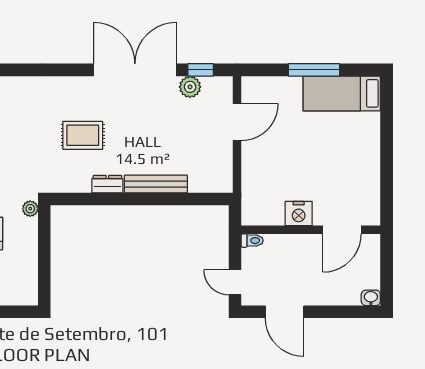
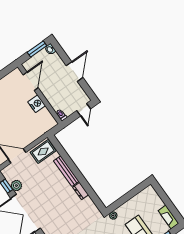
rug: (83, 135) -> (43, 151), moved, turned 90
door: (342, 230) -> (31, 81), hinge flipped
window: (387, 277) -> (37, 49), added
door: (285, 312) -> (75, 72), moved

